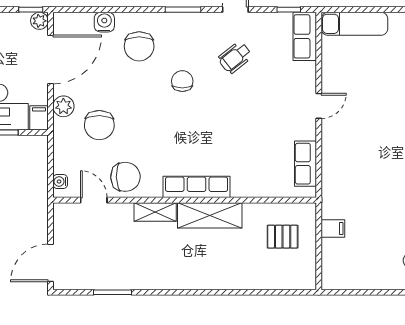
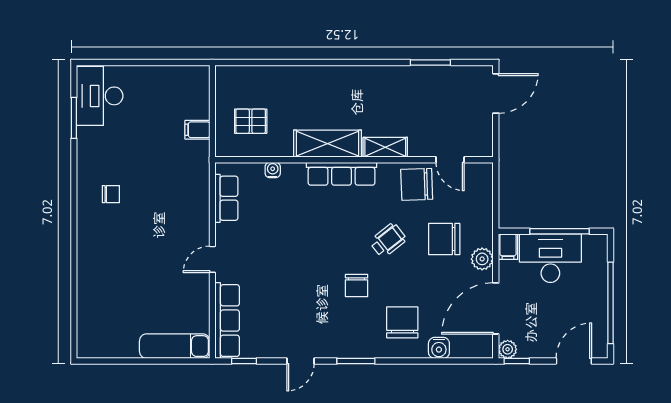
row of seats: (305, 36) -> (227, 321), width x1.48
wheelchair: (235, 57) -> (388, 240), moved
chair: (99, 125) -> (444, 239), turned -91
water cooler: (60, 182) -> (273, 170), moved, turned -90

